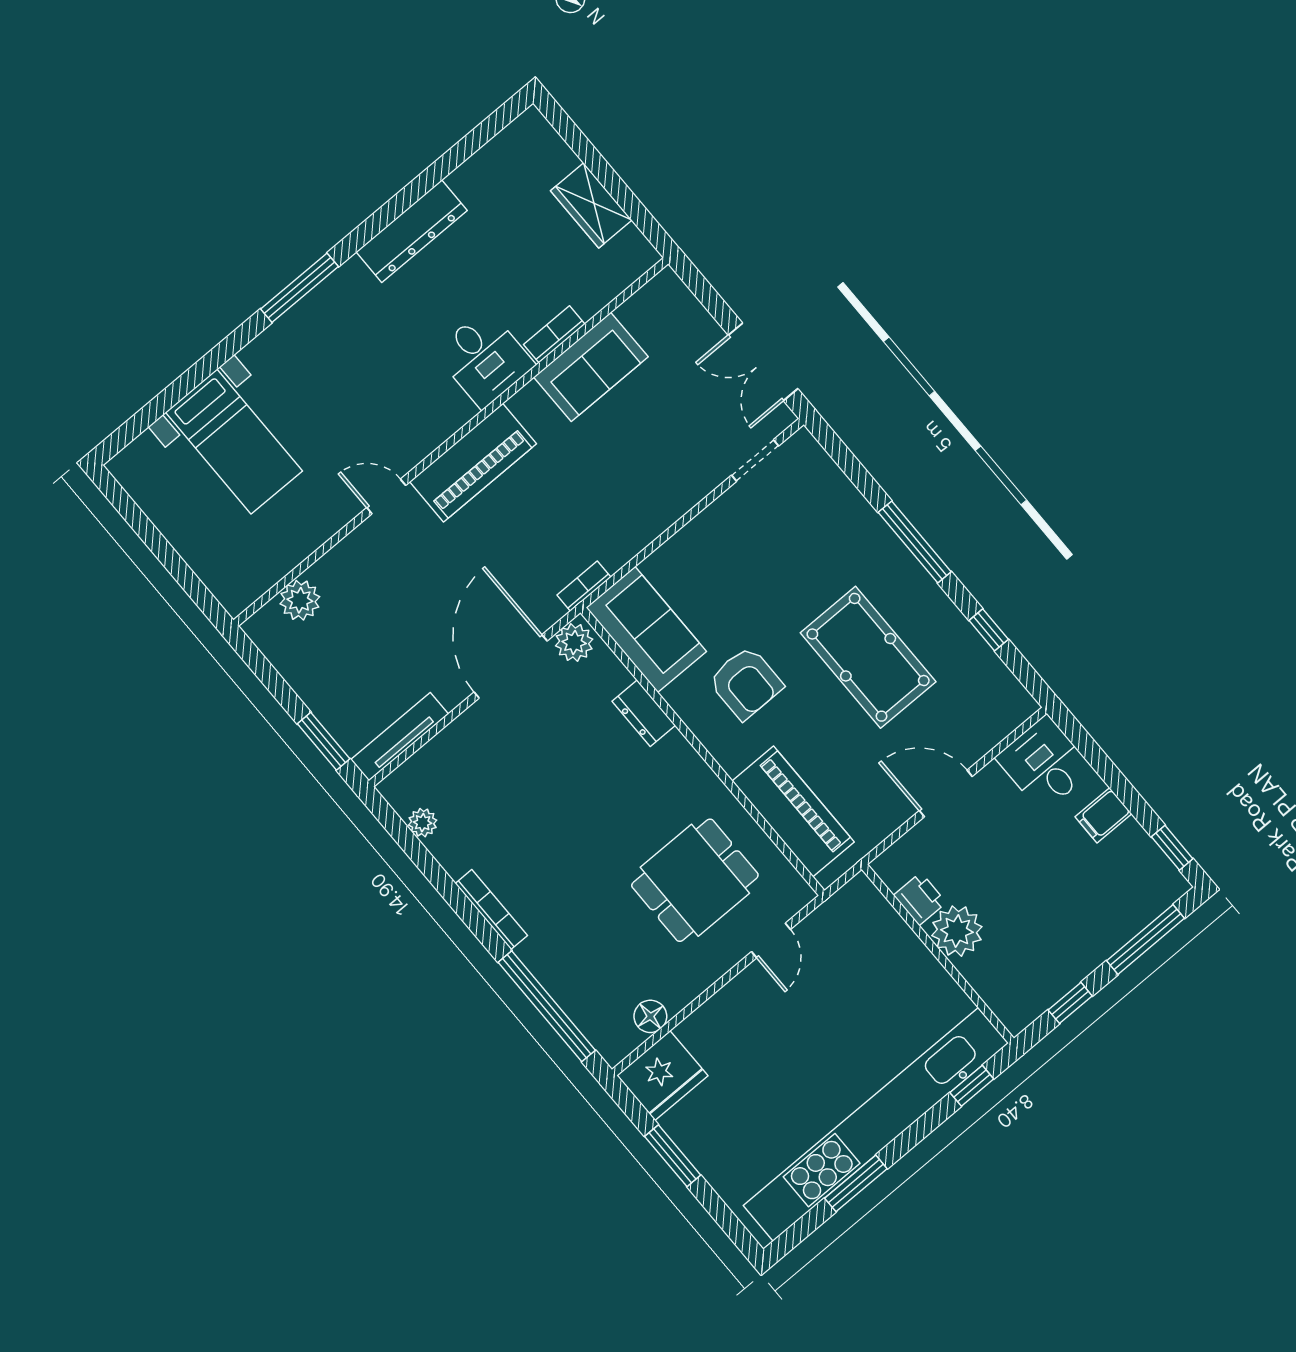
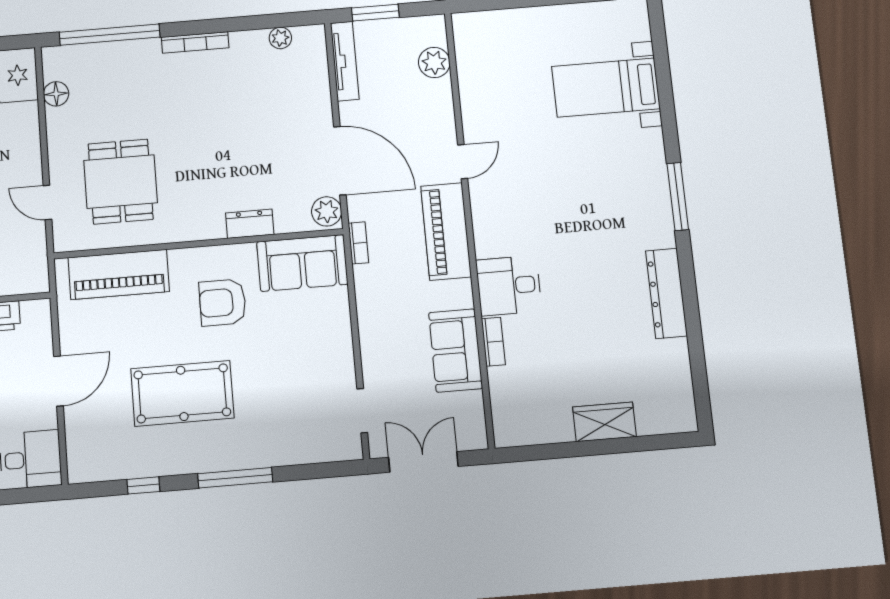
bookcase: (554, 334) -> (493, 342), moved
desk: (484, 358) -> (509, 286), moved
sofa: (591, 367) -> (456, 350), moved
wall: (451, 442) -> (469, 227), moved
piano: (473, 463) -> (446, 231), moved
door: (386, 496) -> (463, 162), moved
plant: (300, 600) -> (434, 62), moved

